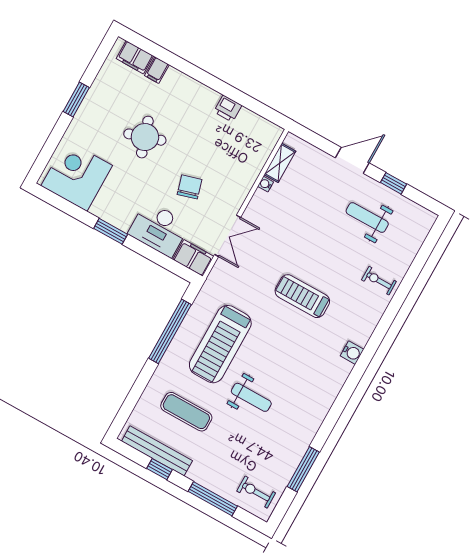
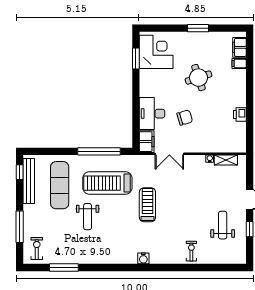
window: (111, 231) -> (136, 59), moved
treadmill: (302, 296) -> (147, 205), moved
exercise mat: (186, 412) -> (60, 185), width x1.36, depth x1.45
window: (159, 469) -> (20, 172), moved

